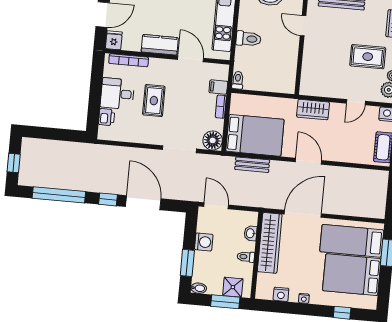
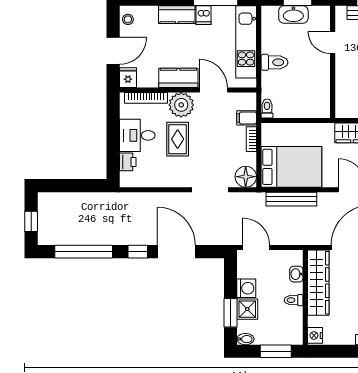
plant: (160, 70) -> (181, 105), added
bench: (252, 165) -> (291, 199), width x1.36
shower: (233, 287) -> (247, 309), moved
nightstand: (281, 294) -> (315, 335), moved, turned 90

